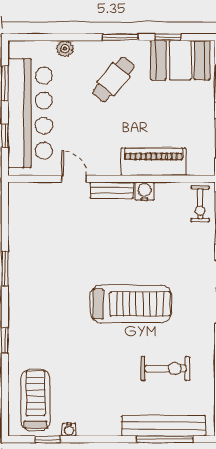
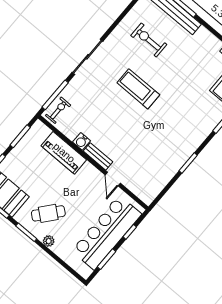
plant: (65, 49) -> (49, 241), moved
treadmill: (131, 304) -> (138, 89), width x0.73, depth x0.73

